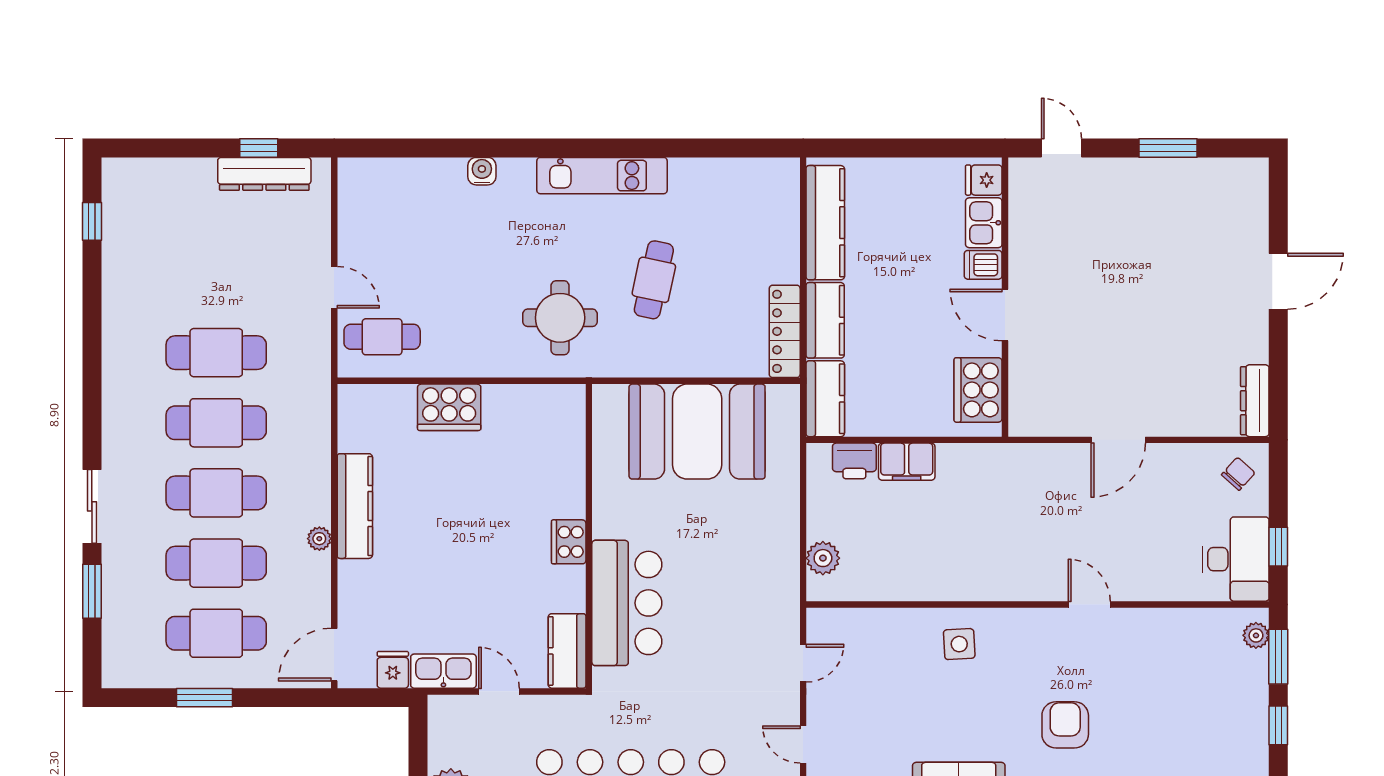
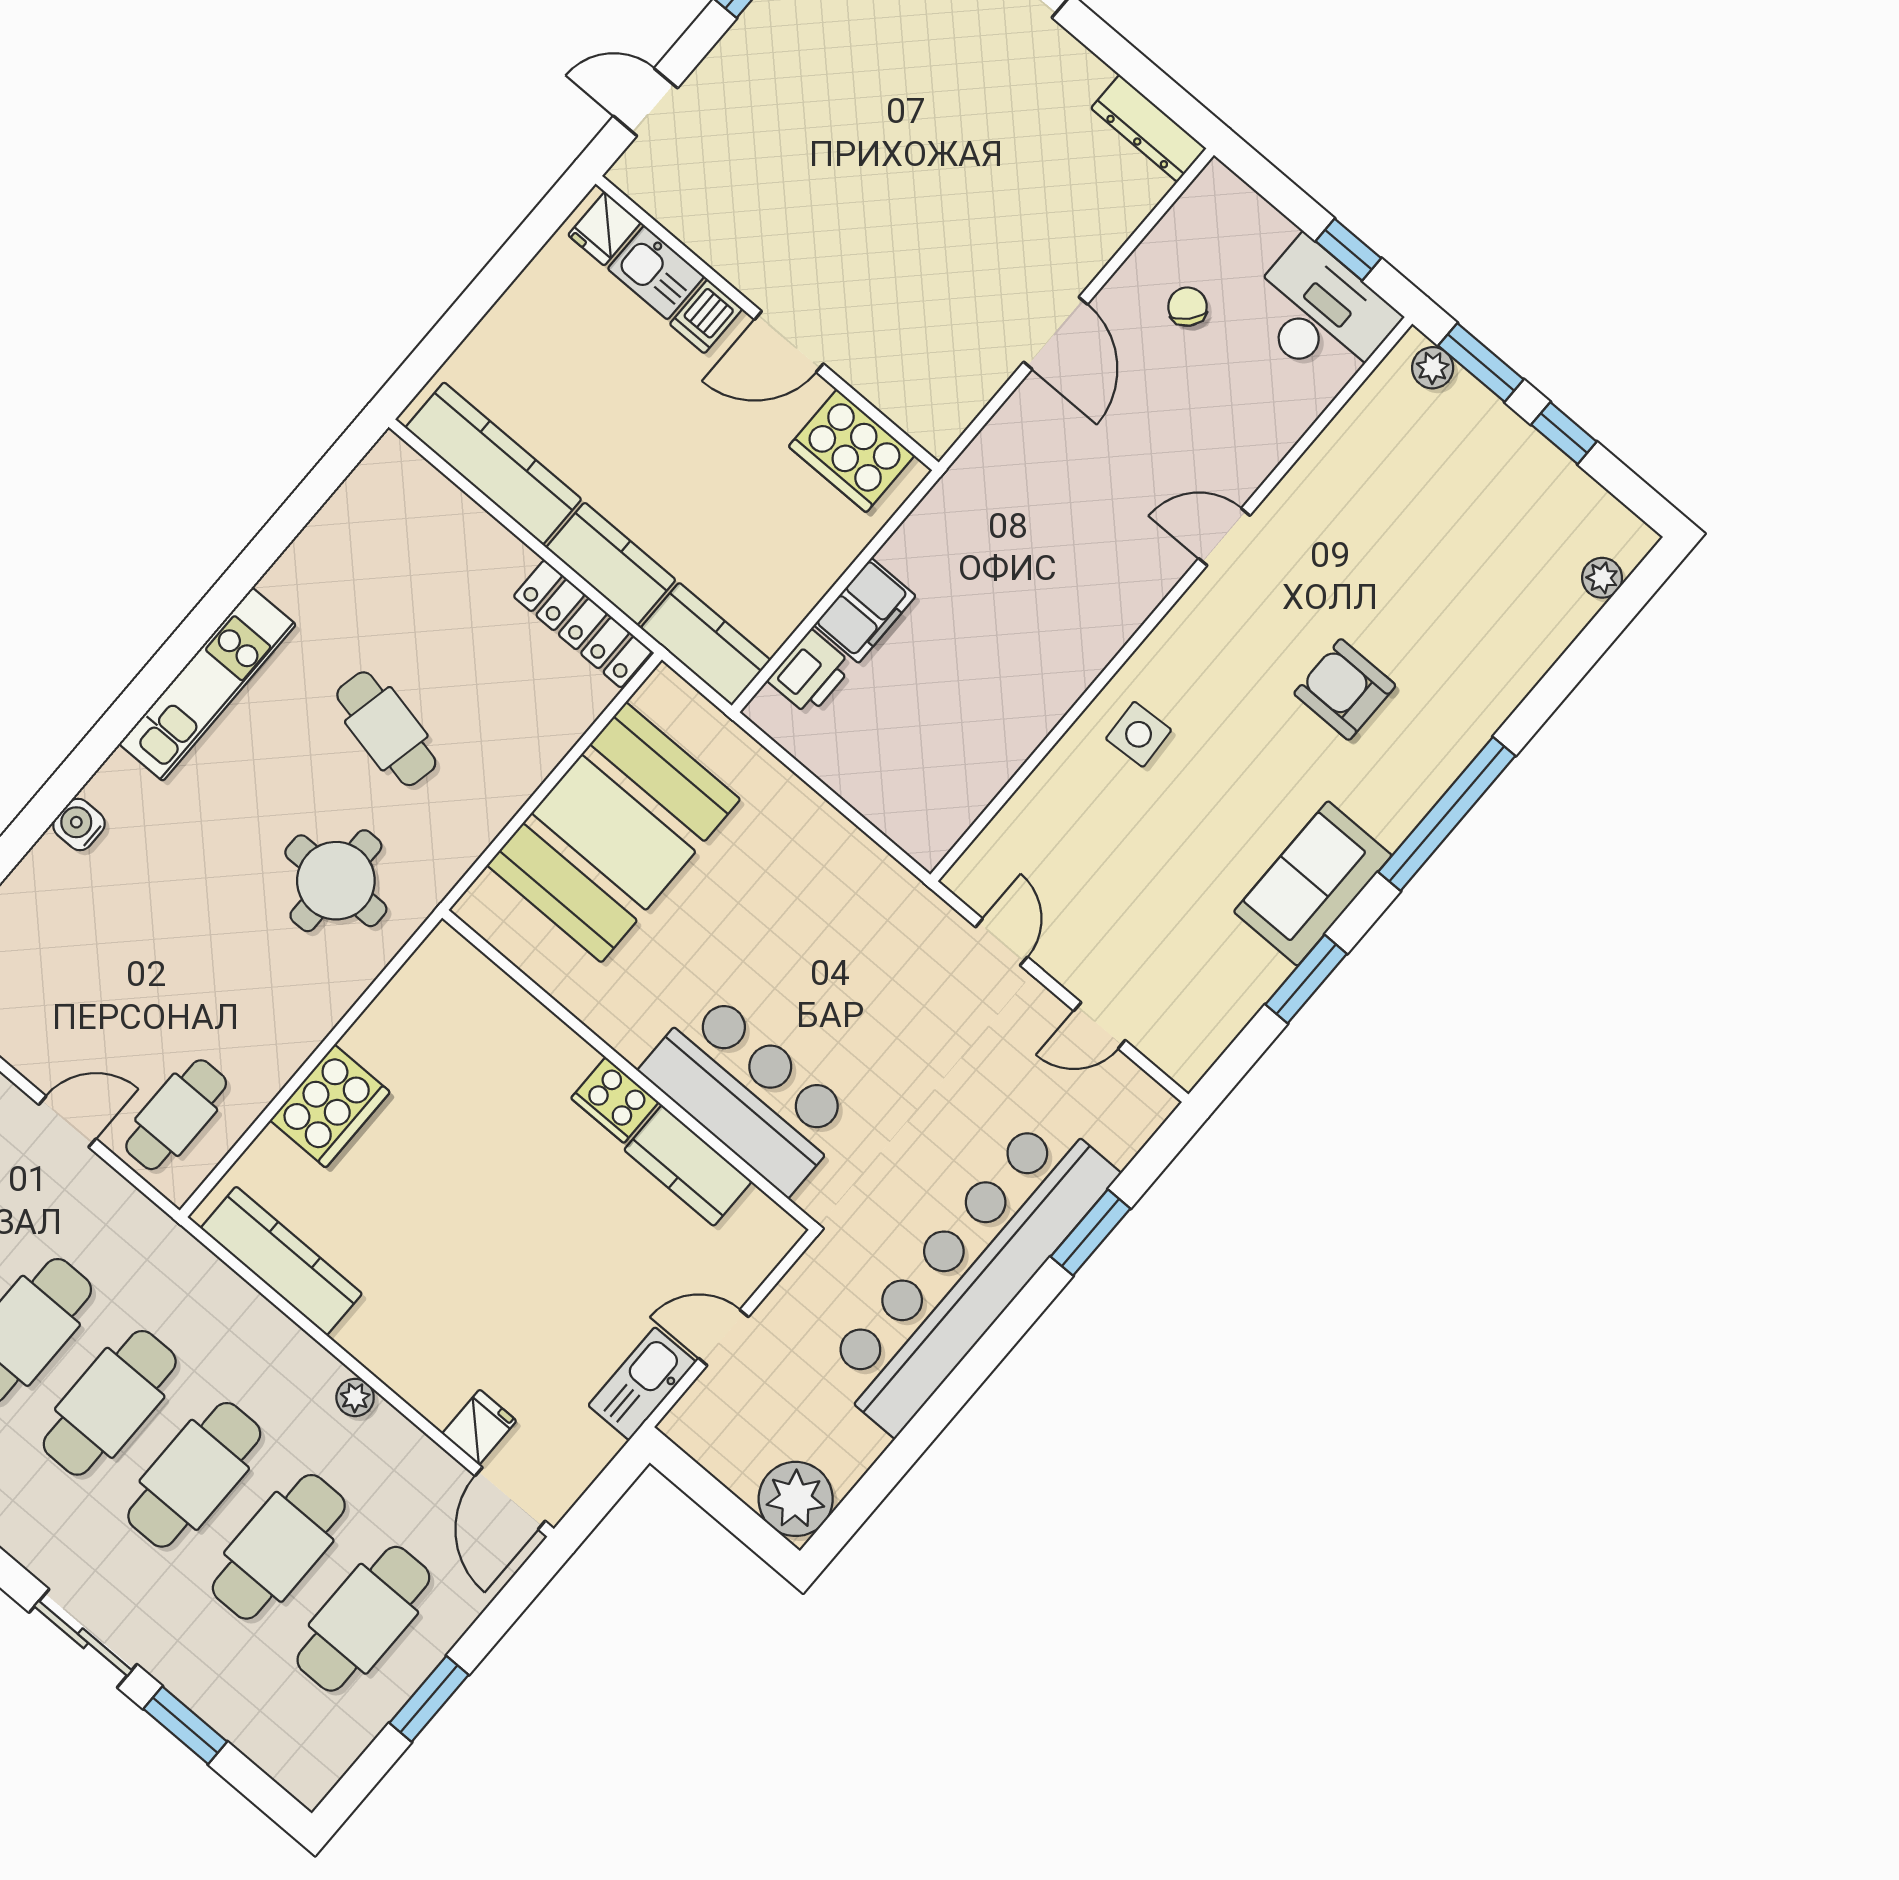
chair: (1238, 474) -> (1188, 307), moved
kitchen counter: (355, 506) -> (281, 1261), moved
plant: (823, 558) -> (895, 810), removed
kitchen counter: (567, 651) -> (688, 1166), moved
fridge: (393, 670) -> (479, 1427), moved, turned 90

